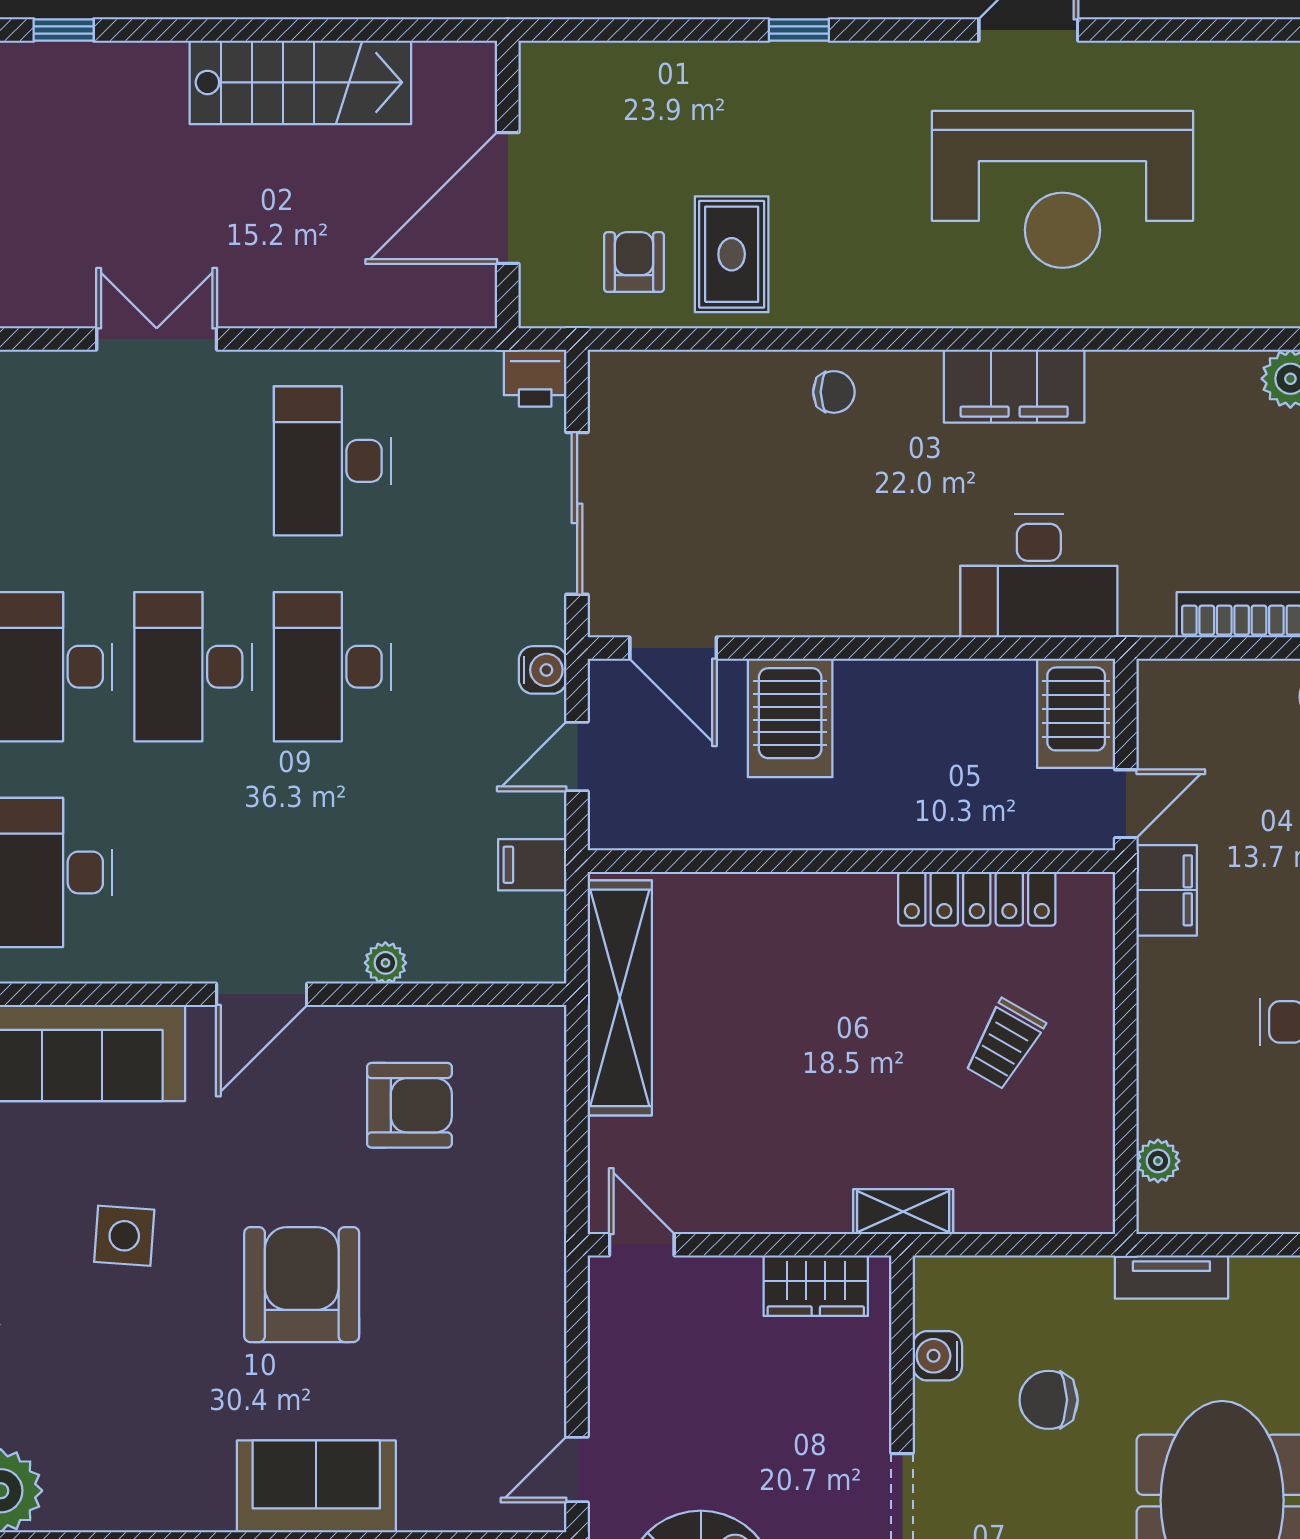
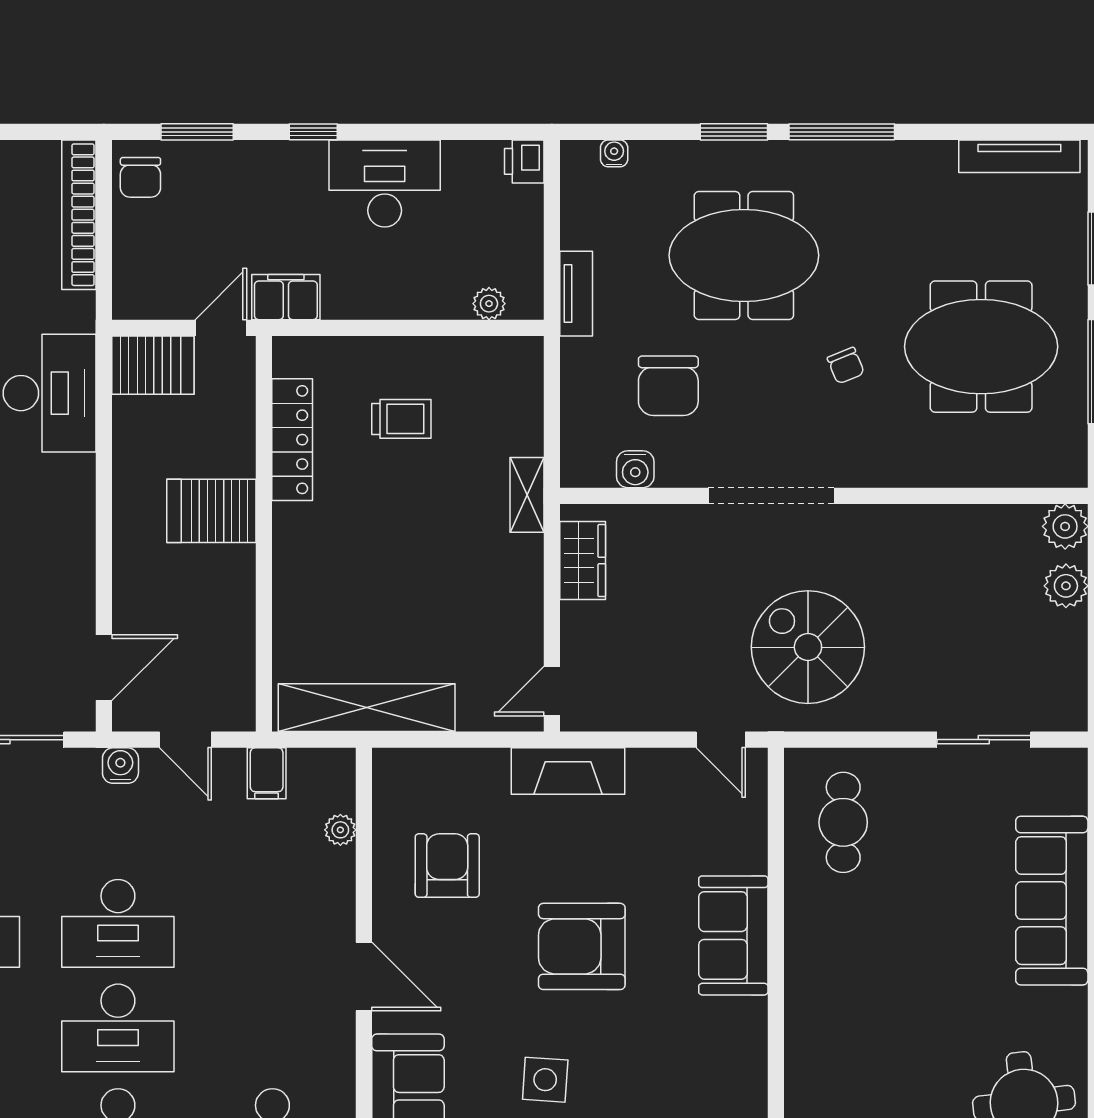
server rack: (790, 718) -> (211, 511), moved, turned 180
door: (1126, 804) -> (221, 328), hinge flipped
plant: (385, 963) -> (340, 830), moved
trolley: (1004, 1044) -> (401, 419), turned -30
fireplace: (535, 1266) -> (568, 771), added
chair: (1049, 1400) -> (668, 386), width x1.37, depth x1.37

